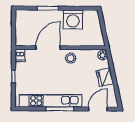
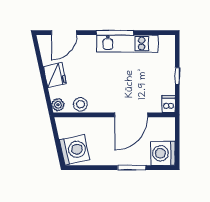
washing machine: (24, 19) -> (163, 153), added
washing machine: (73, 19) -> (74, 150), moved, turned 78
stool: (71, 58) -> (80, 104), moved
kitchen unit: (50, 101) -> (128, 44), width x0.73

